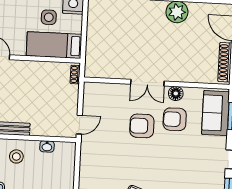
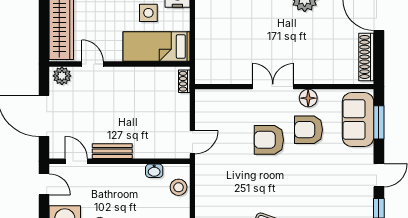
double door: (147, 83) -> (273, 87), swing flipped
stool: (16, 156) -> (179, 187), moved

